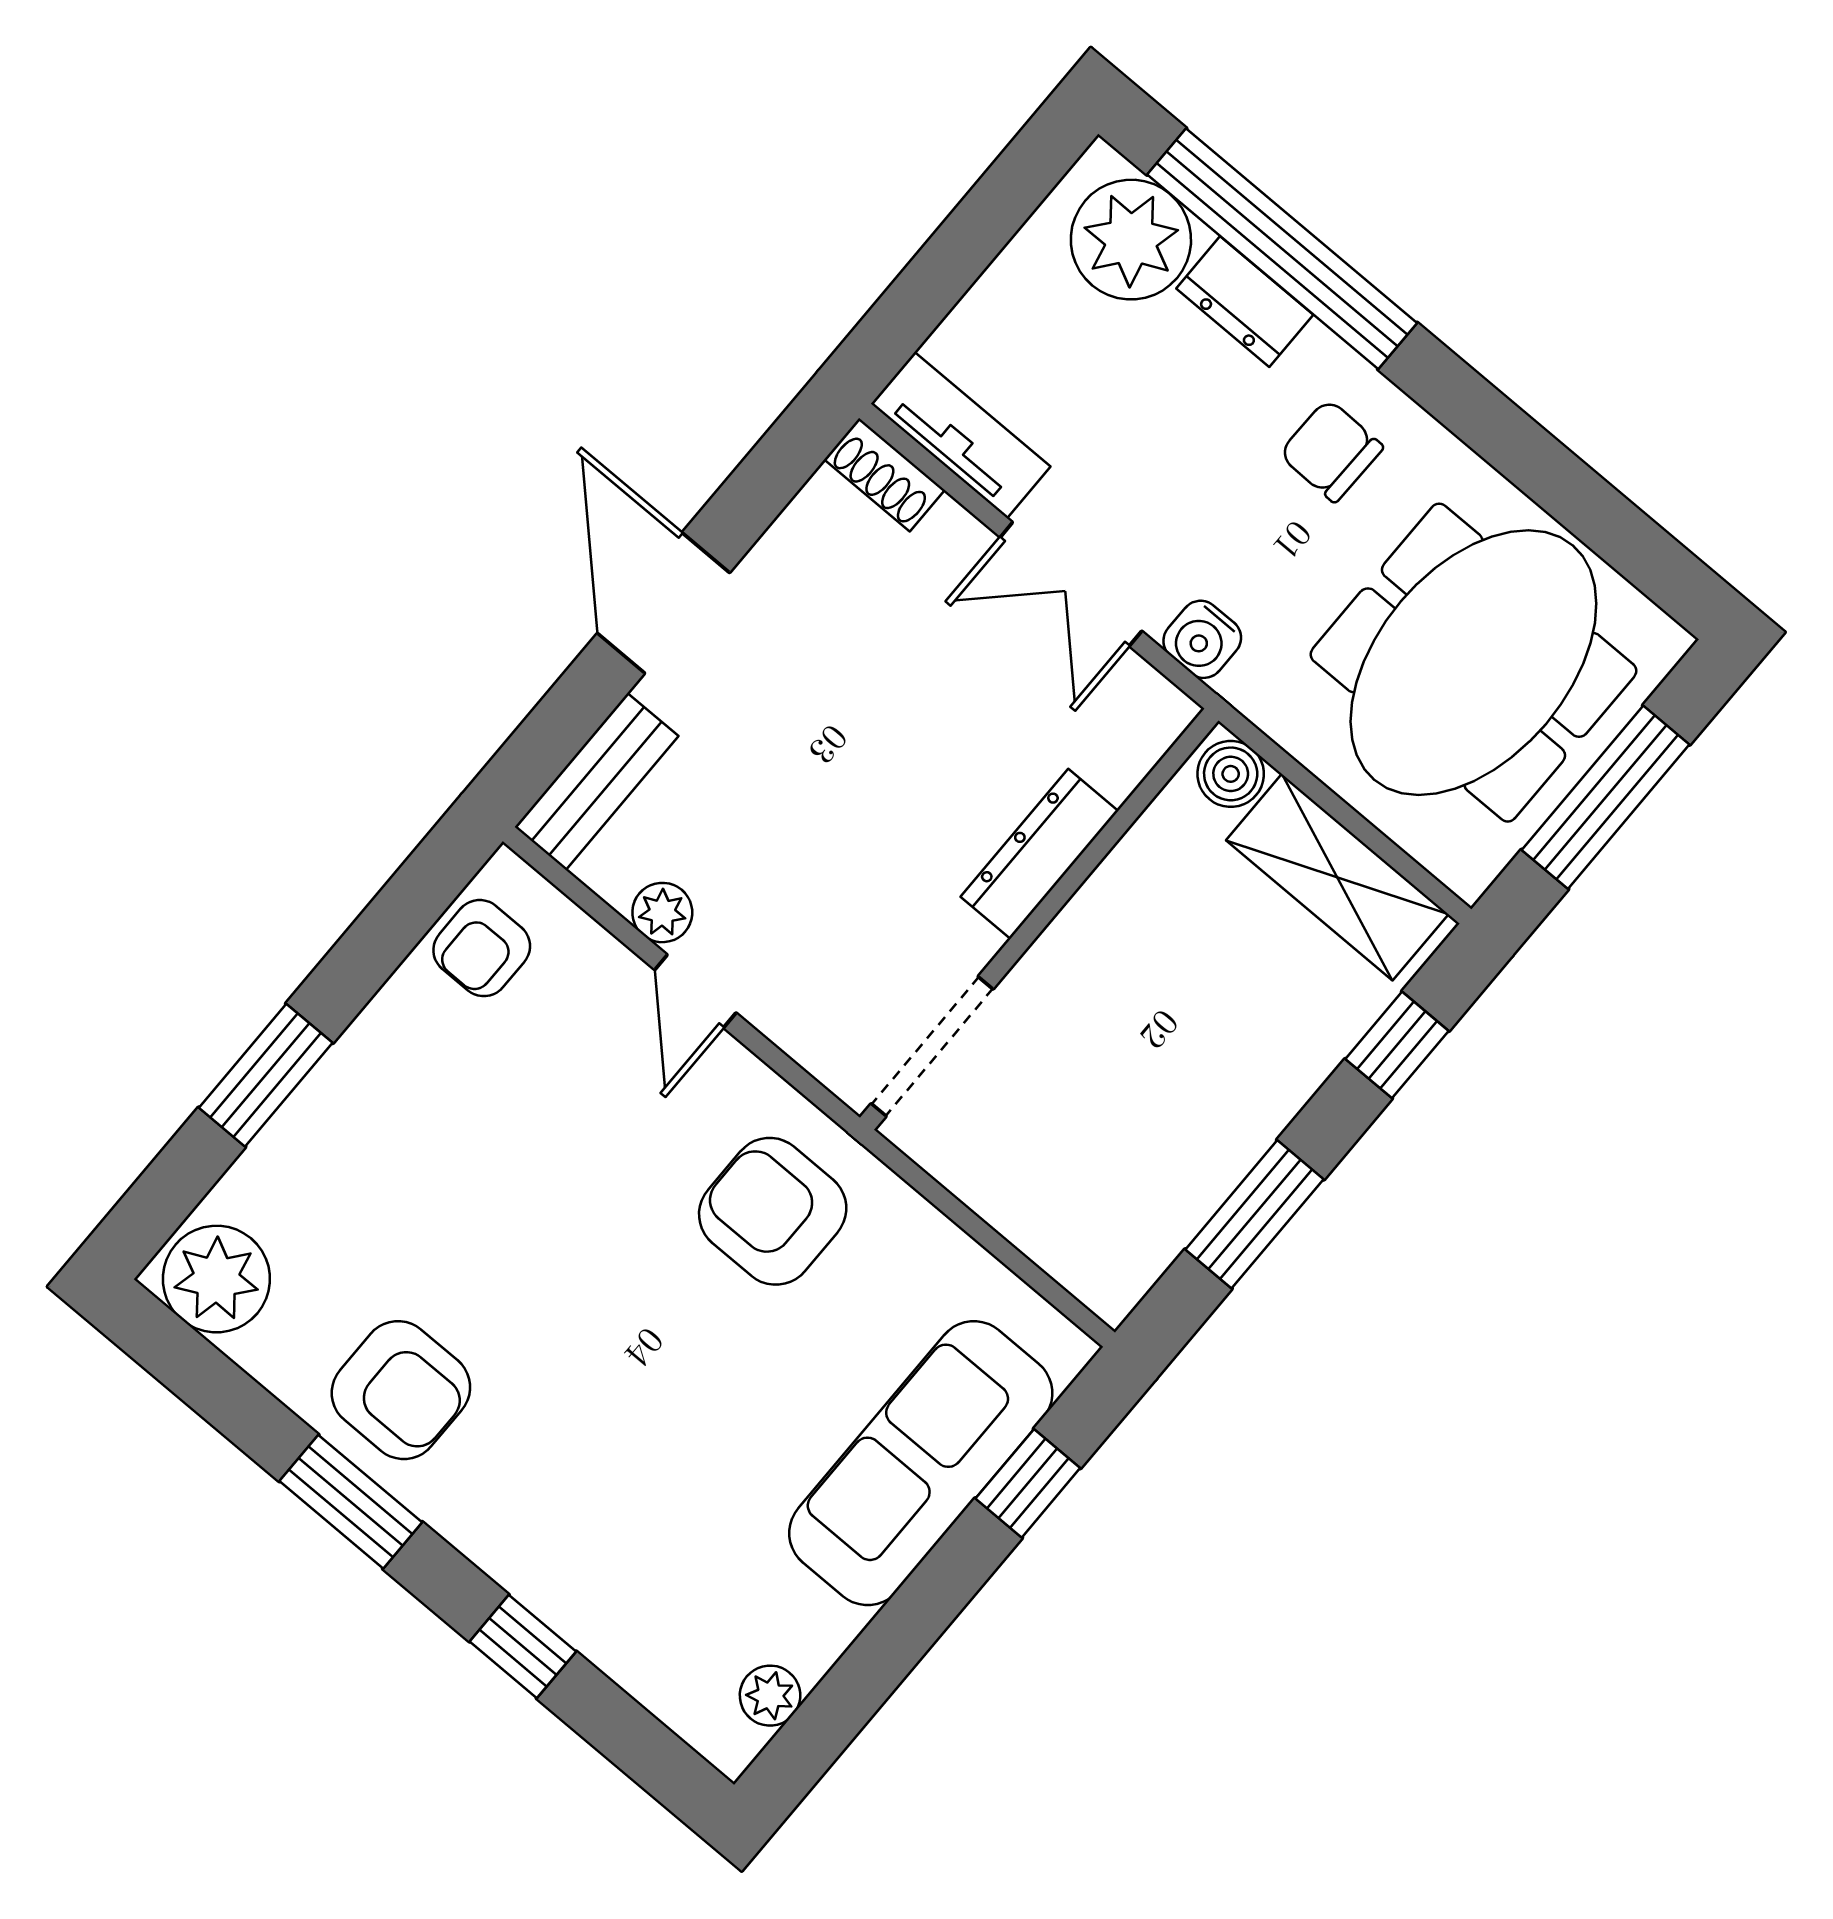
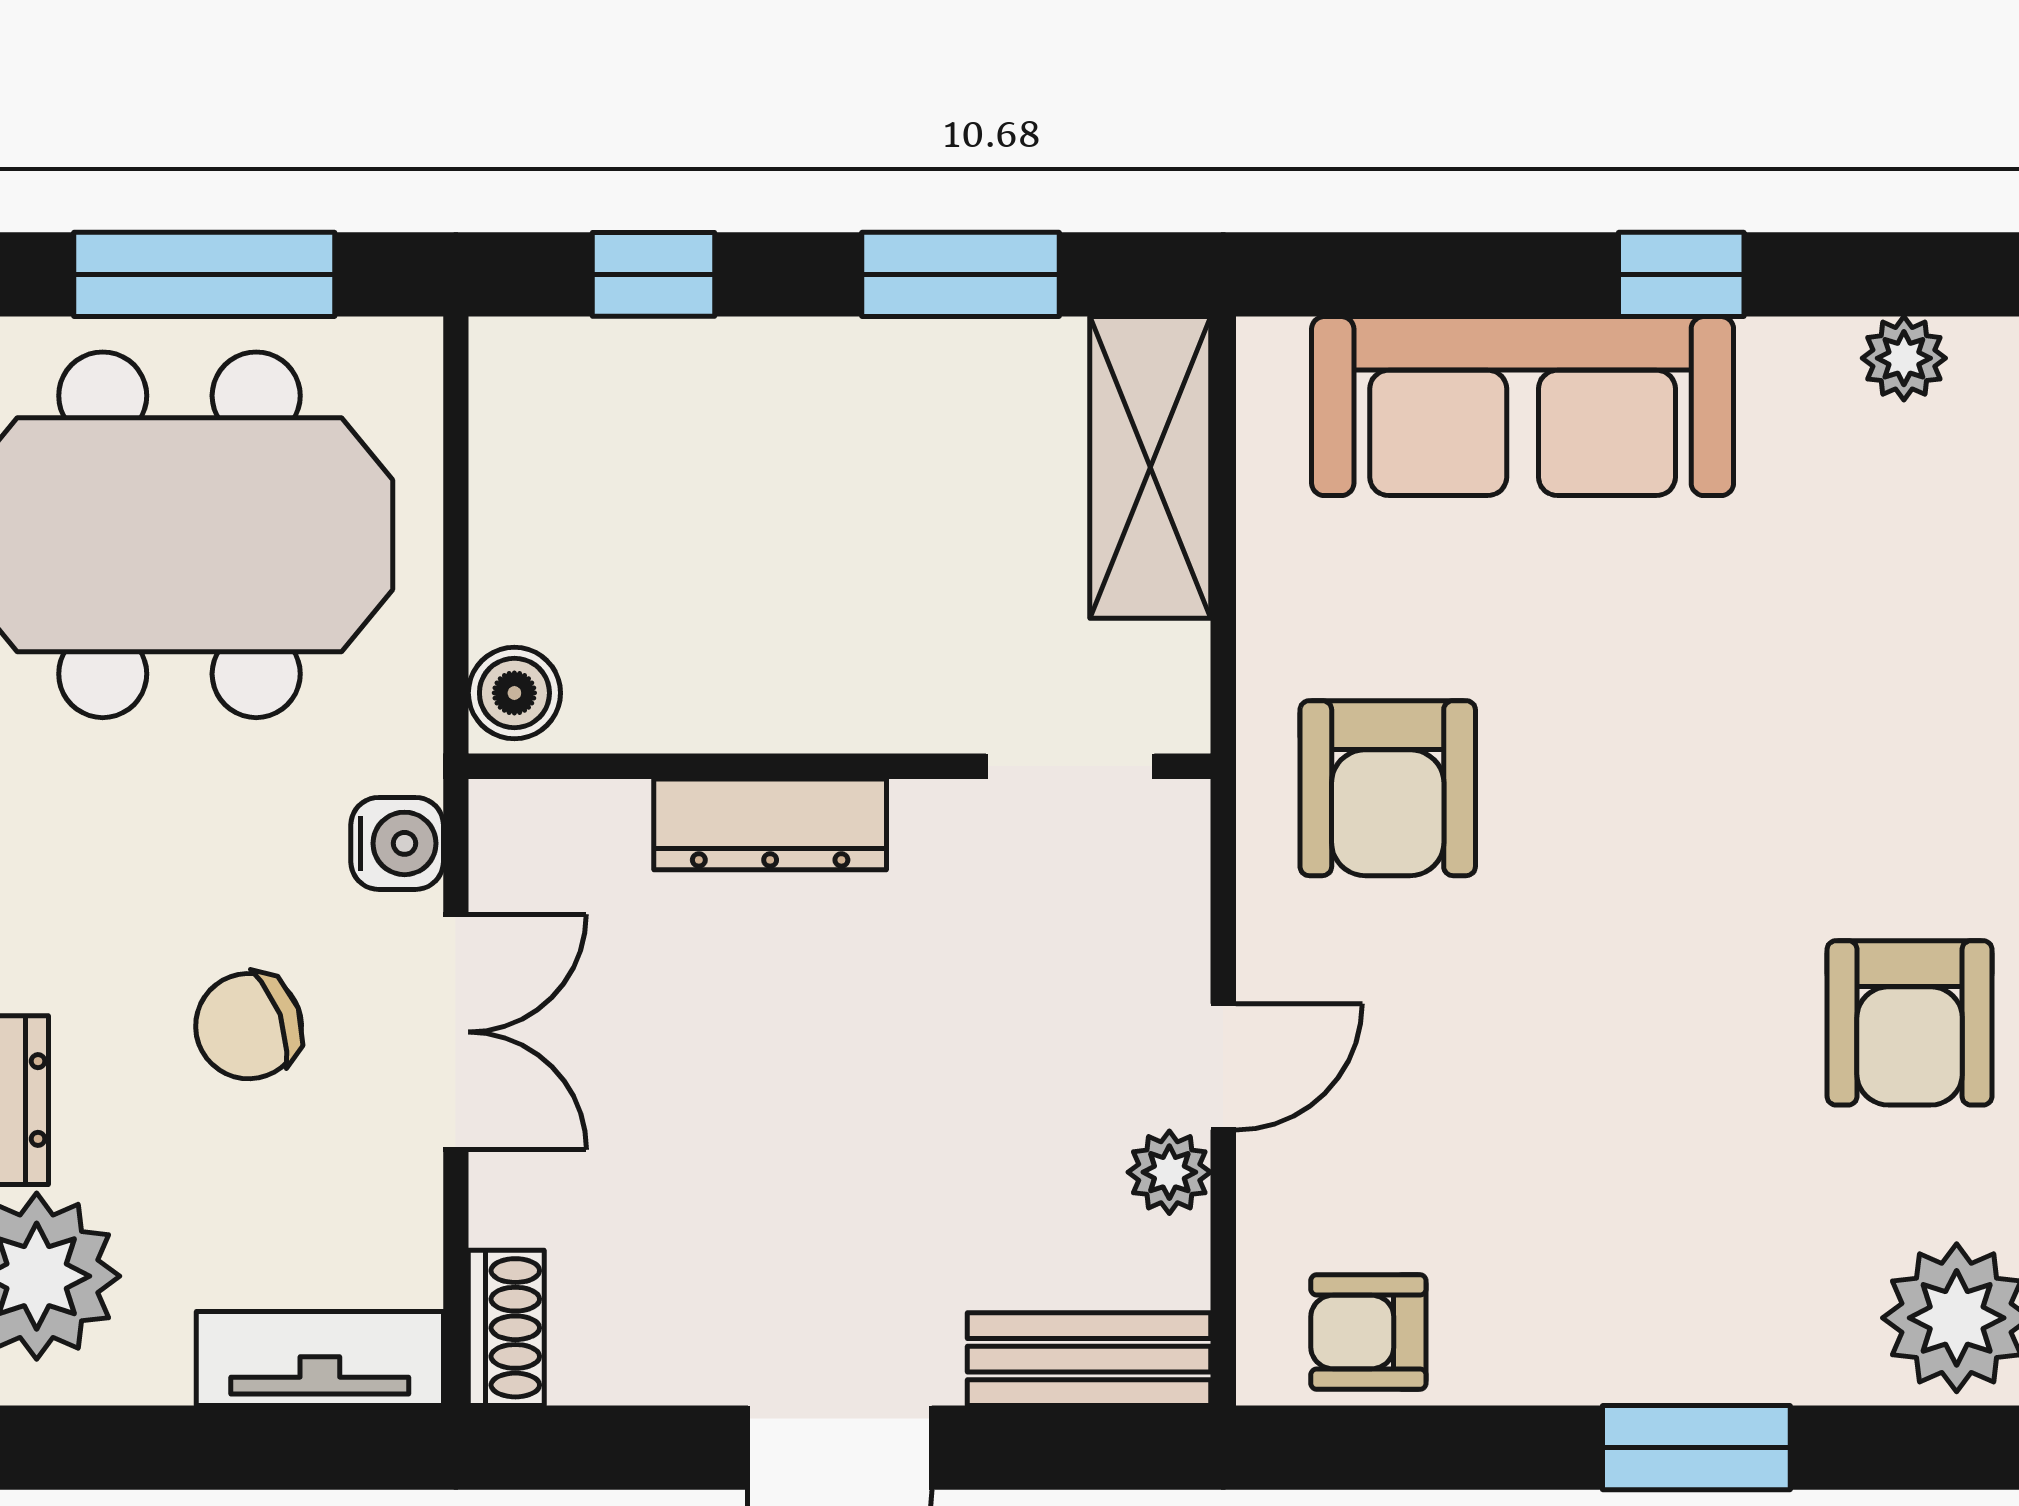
tv unit: (961, 435) -> (320, 1358), moved, turned 90
chair: (1331, 451) -> (249, 1026), moved, turned 69
shelving: (1337, 877) -> (1150, 467), moved
armchair: (482, 948) -> (1368, 1332), turned 180
doorway: (932, 1046) -> (1070, 766), width x0.73
armchair: (401, 1390) -> (1910, 1023), turned 180
window: (1028, 1483) -> (1681, 274), moved

